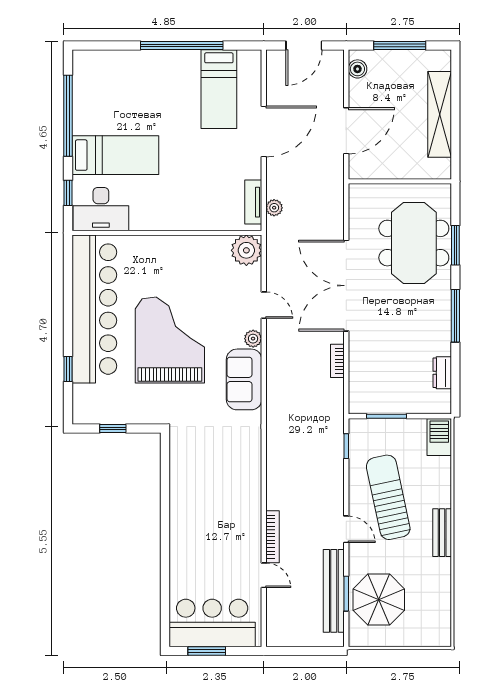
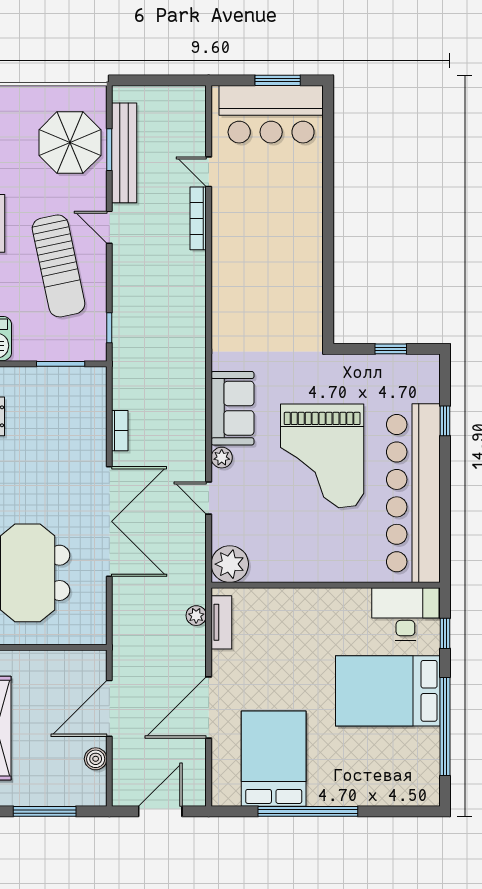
boiler: (357, 69) -> (96, 759), moved
bed: (219, 89) -> (274, 759), width x1.50
bed: (115, 155) -> (388, 691), width x1.50

